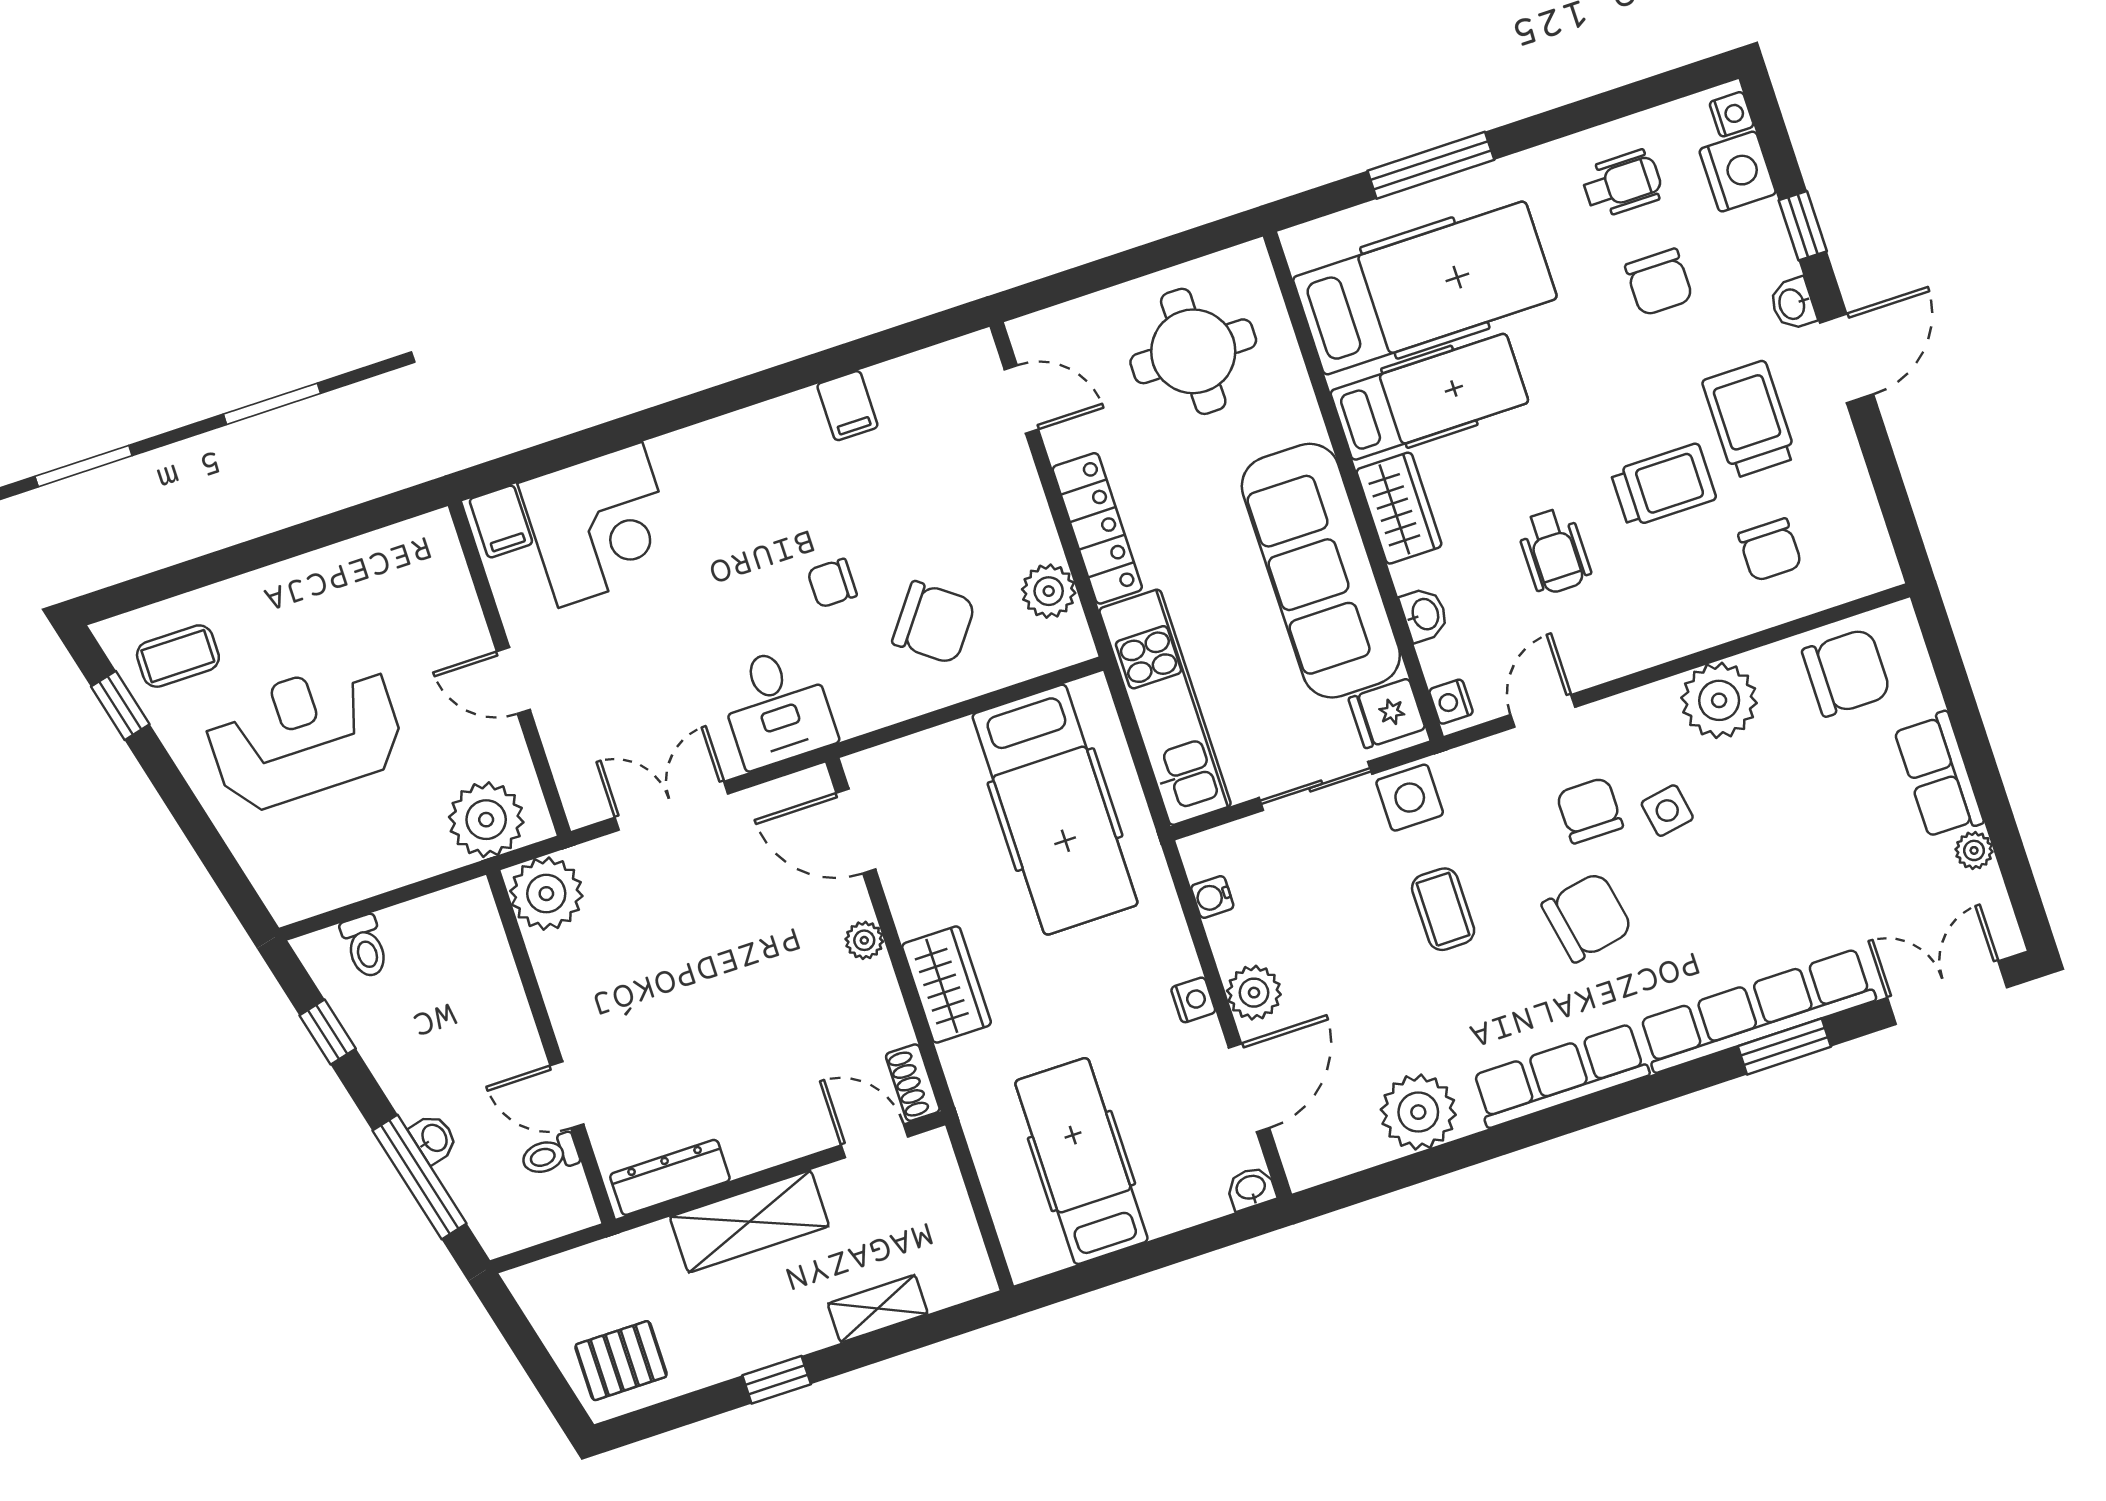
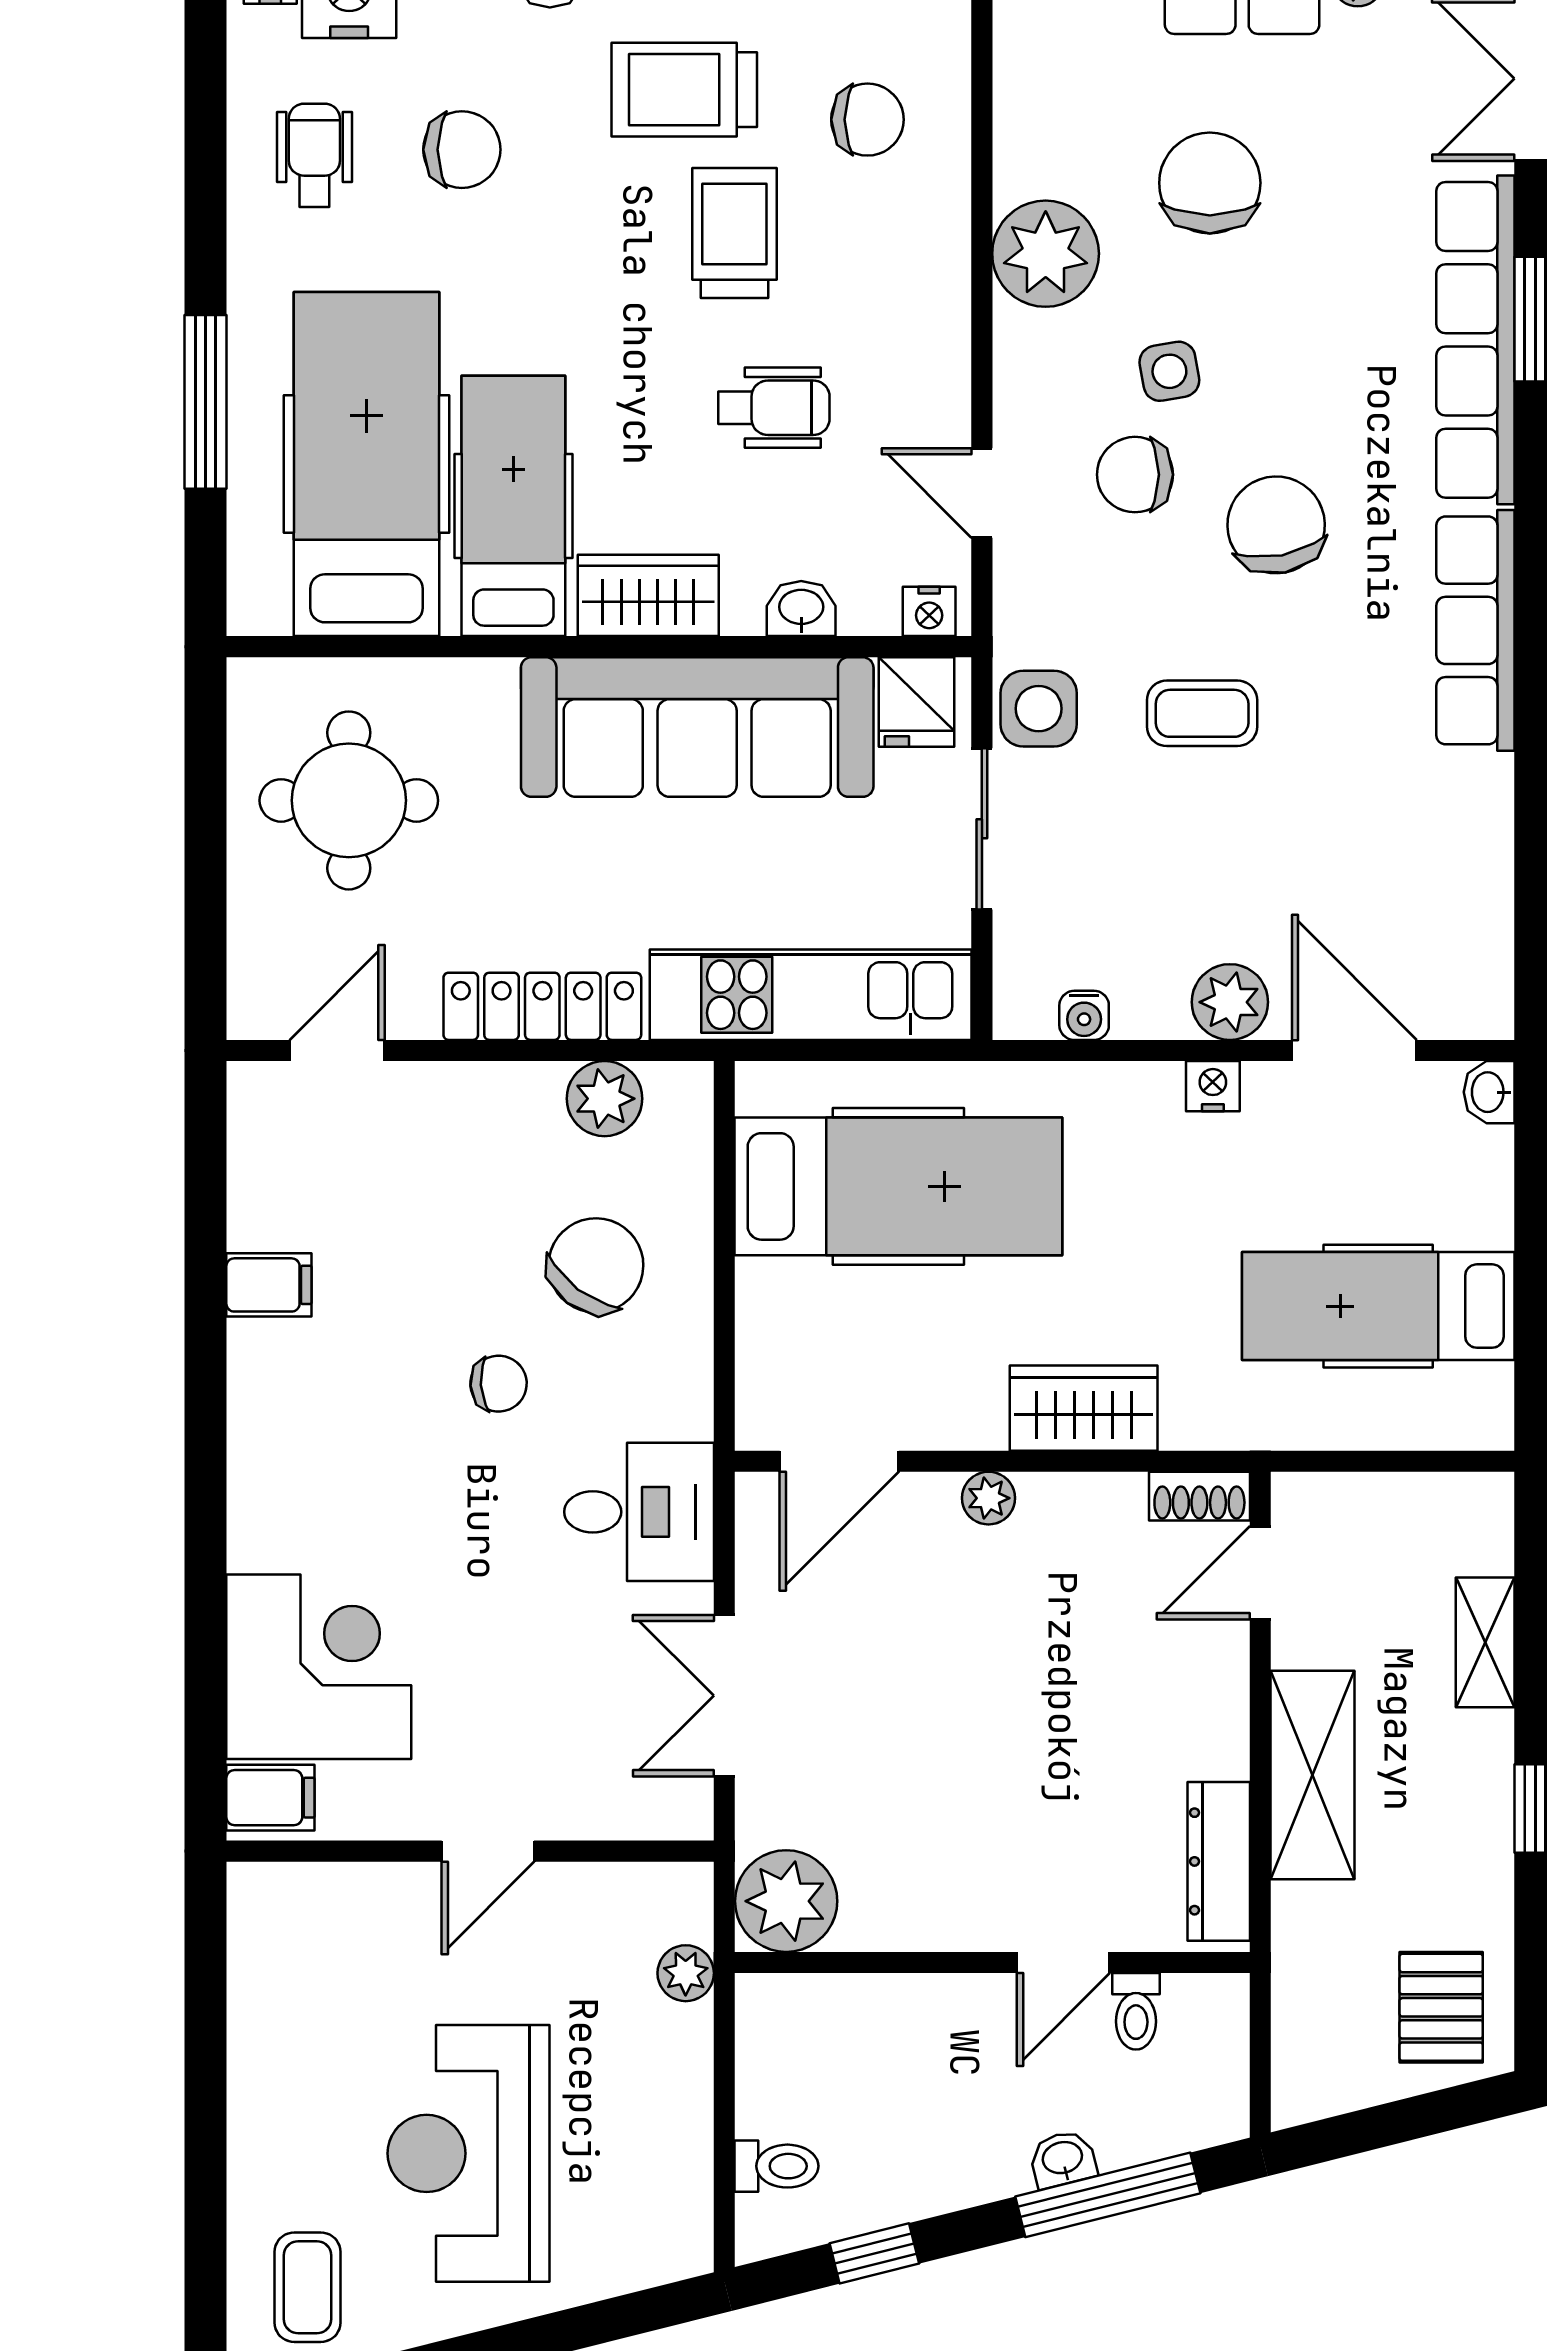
chair: (832, 583) -> (499, 1384), turned -94
chair: (1846, 672) -> (1210, 183), moved
plant: (486, 820) -> (686, 1973), width x0.53, depth x0.53
plant: (1418, 1112) -> (1461, 836), removed

